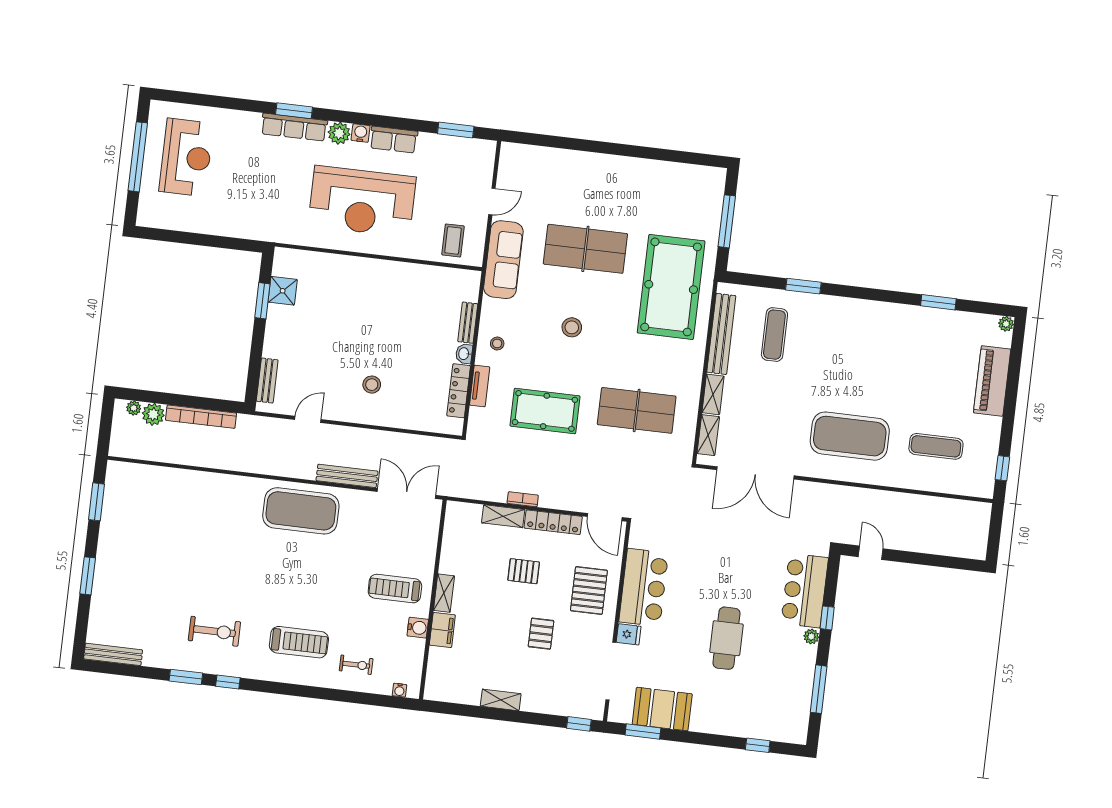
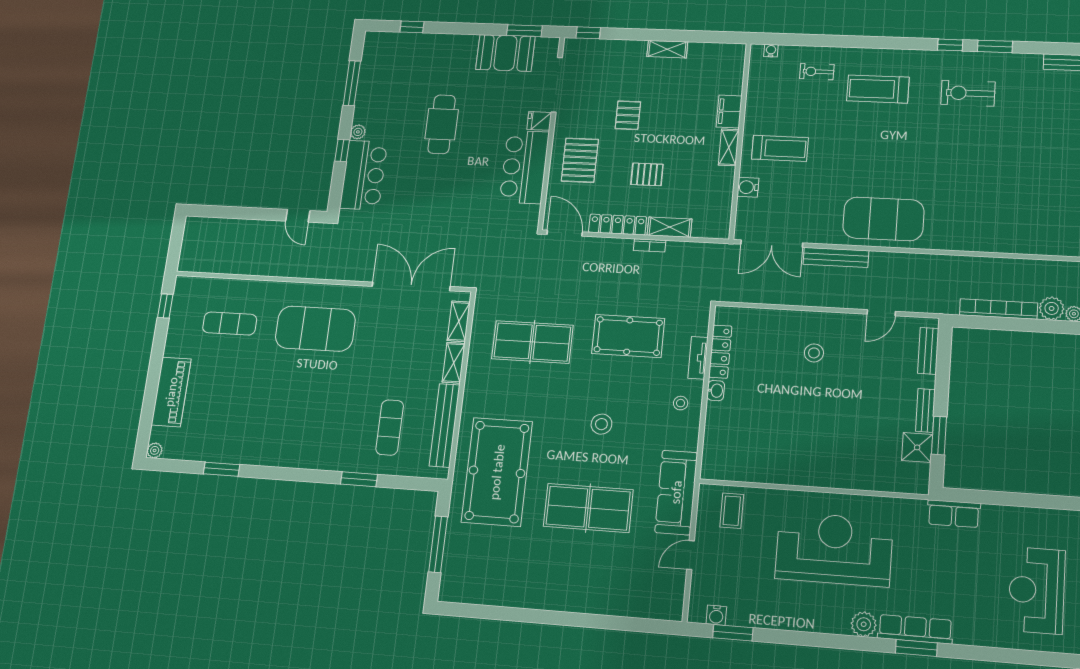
water cooler: (361, 133) -> (716, 615), moved
row of seats: (394, 140) -> (954, 514), moved, turned 180
bench: (468, 323) -> (925, 410), moved
water cooler: (418, 628) -> (748, 187), moved

